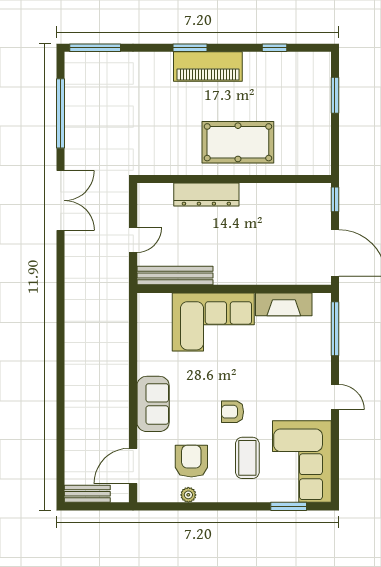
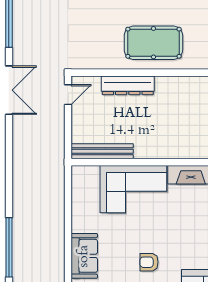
door: (133, 240) -> (68, 95), moved
window: (61, 394) -> (9, 247), added

